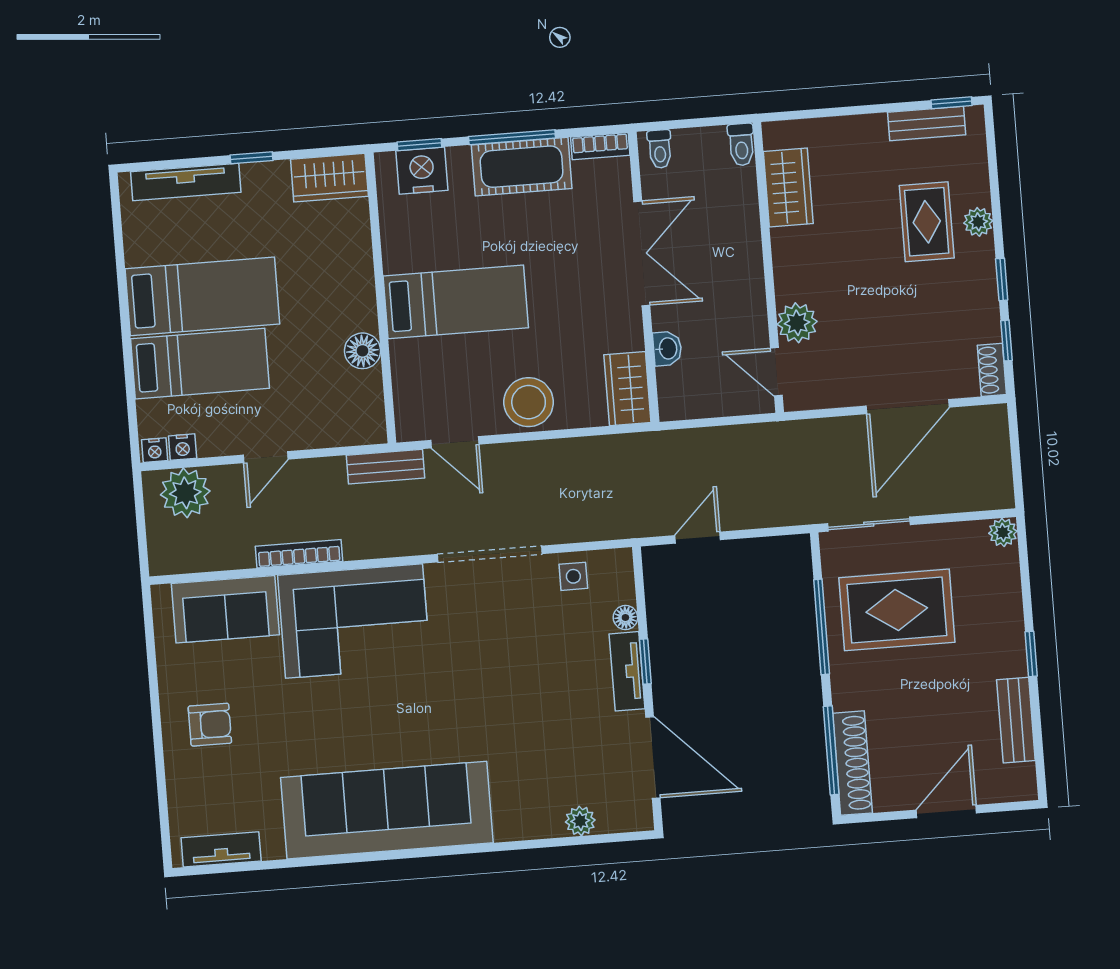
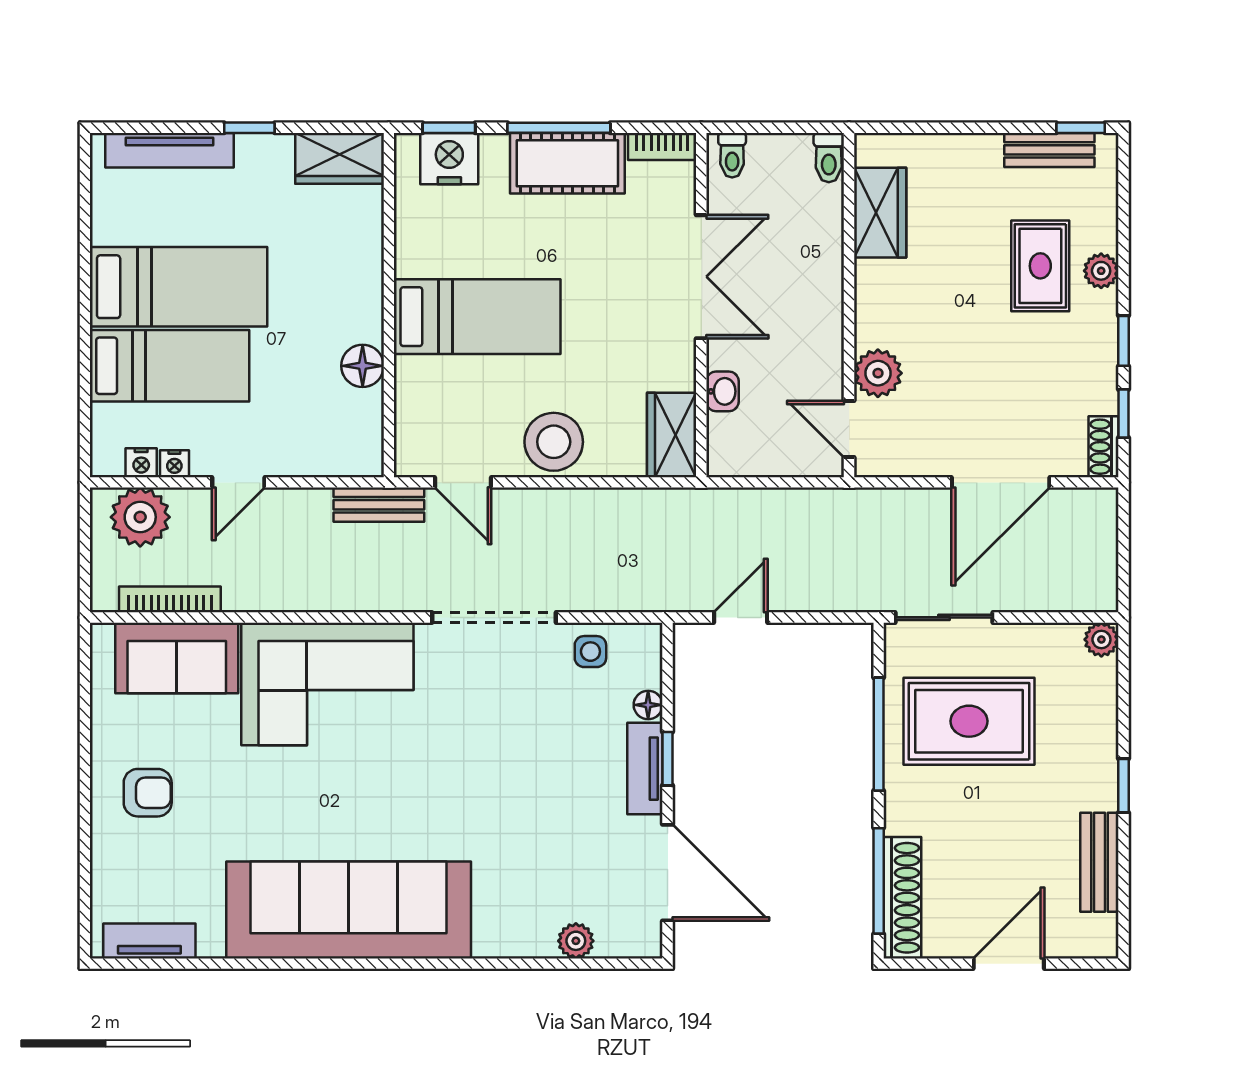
nightstand: (155, 450) -> (174, 464), moved
bookcase: (299, 554) -> (170, 599), moved

